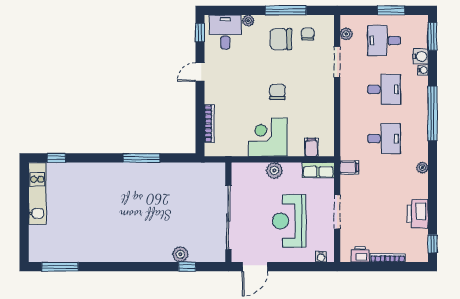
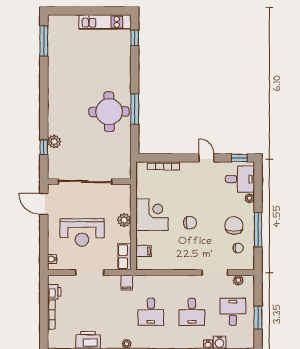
round table: (145, 188) -> (109, 112), added
reception desk: (289, 221) -> (82, 232), turned 180

